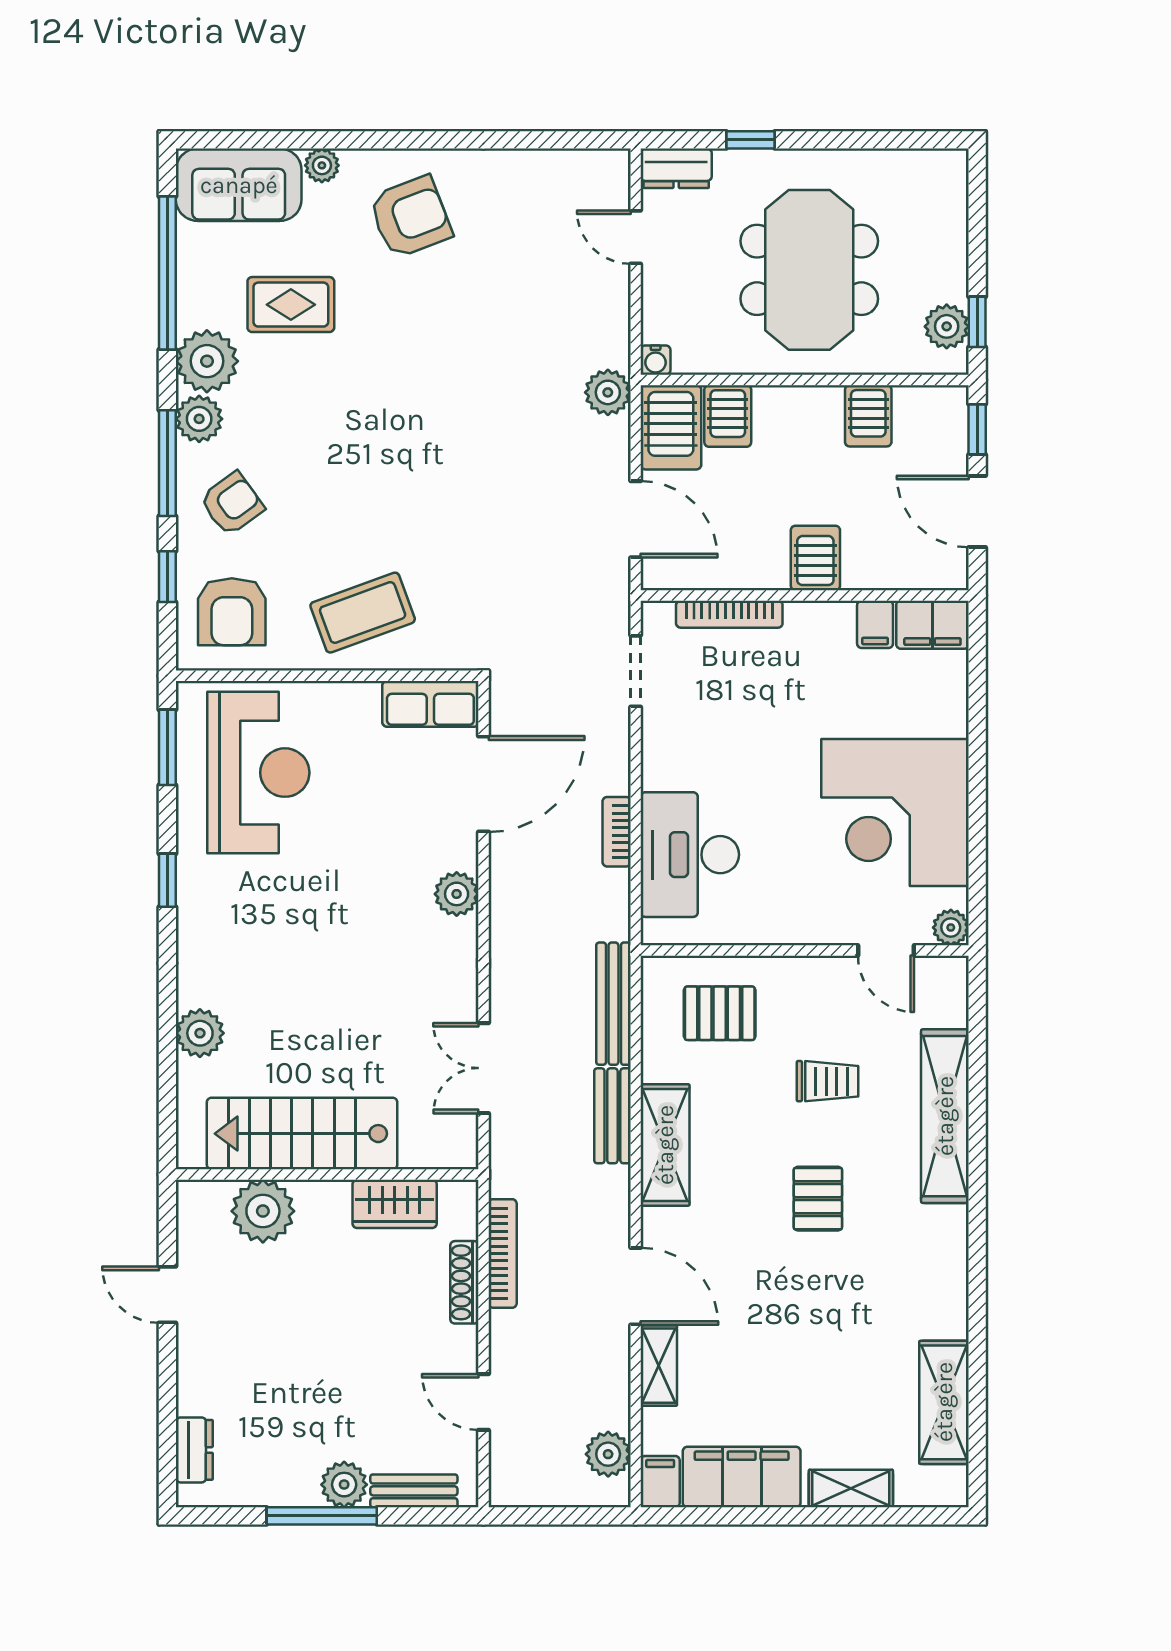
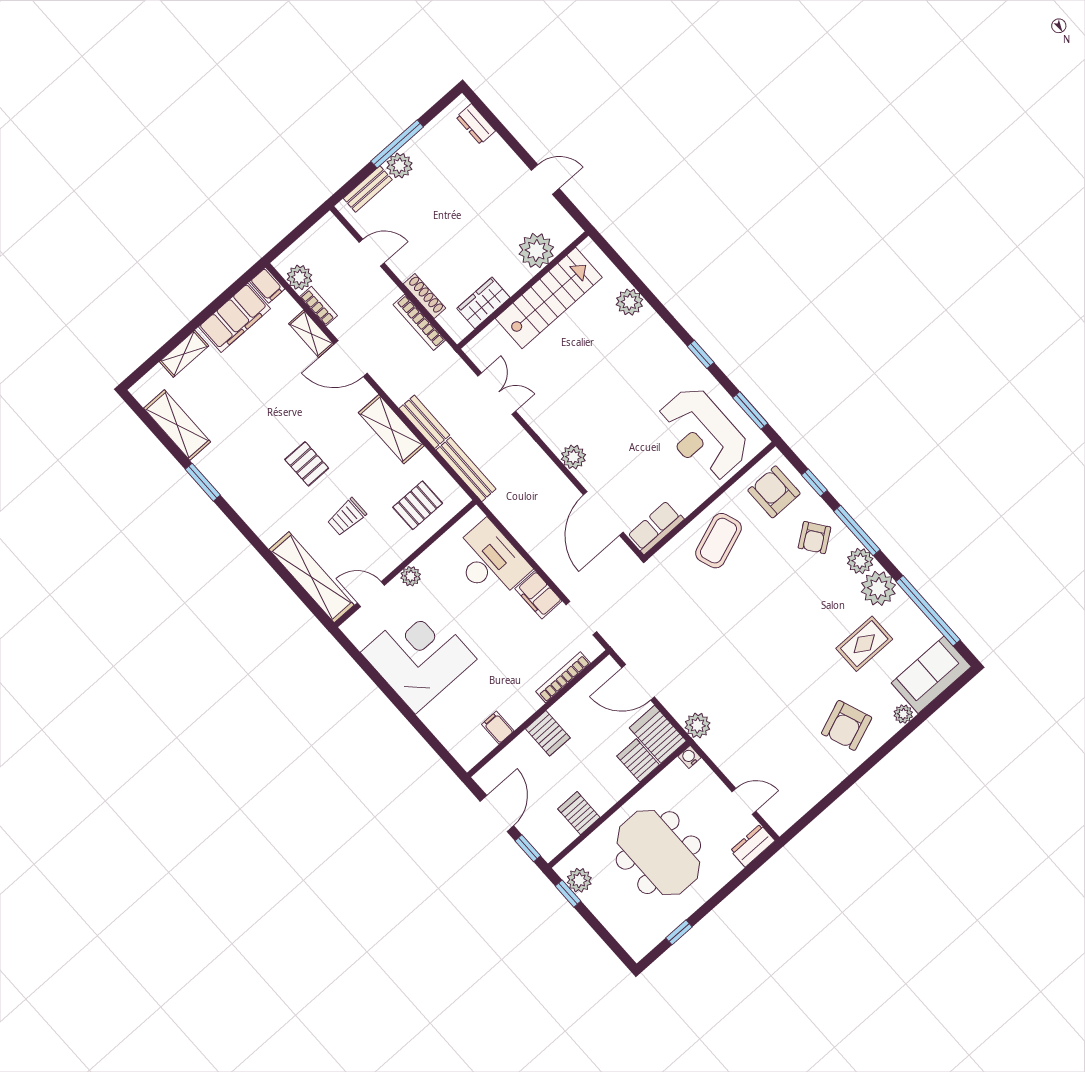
window: (751, 140) -> (679, 932), moved
door: (977, 512) -> (497, 814), hinge flipped
filing cabinet: (932, 625) -> (538, 595), moved, turned -90
bookcase: (617, 832) -> (319, 306), moved
plant: (951, 927) -> (411, 576), moved
shelving: (945, 1116) -> (312, 577), moved
window: (977, 1296) -> (203, 482), added

